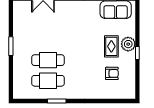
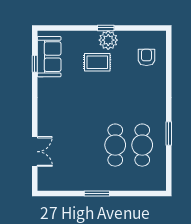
plant: (128, 44) -> (108, 40), moved
armchair: (112, 73) -> (146, 57), moved

